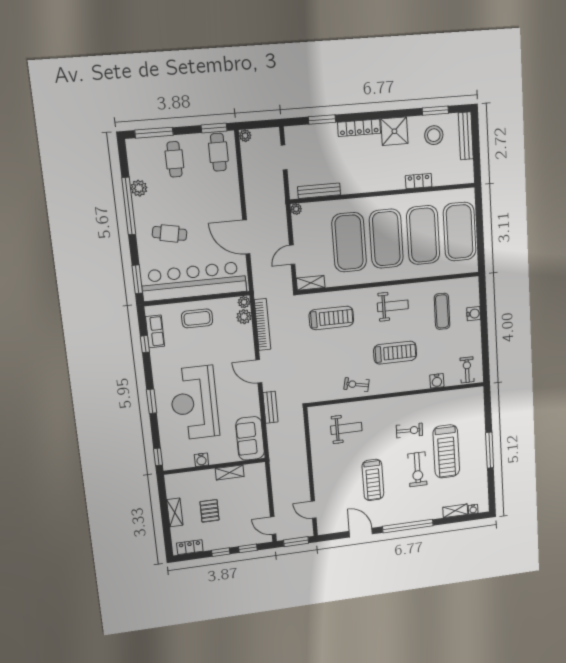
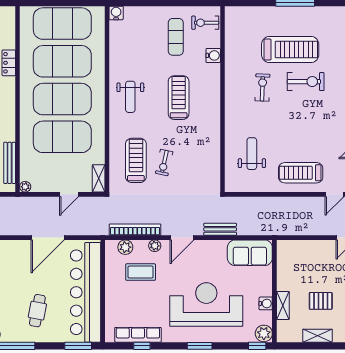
door: (292, 255) -> (69, 194), hinge flipped
plant: (244, 302) -> (155, 246), moved
weight bench: (393, 306) -> (130, 97), turned 180
exercise mat: (442, 311) -> (176, 37), moved, turned 90
water cooler: (474, 314) -> (116, 13), moved
coffee table: (197, 318) -> (141, 272), moved, turned 90
row of seats: (155, 331) -> (138, 335), width x1.48
exercise bike: (357, 385) -> (164, 163), moved
reception desk: (194, 403) -> (206, 304), turned 180
plant: (171, 462) -> (264, 333), added
shelving: (230, 473) -> (283, 305), moved
treadmill: (373, 480) -> (301, 173), moved, turned 180

